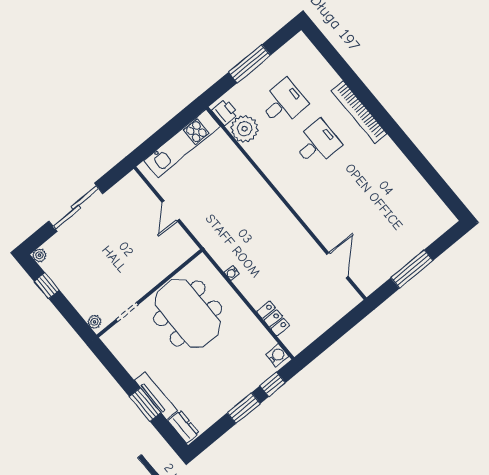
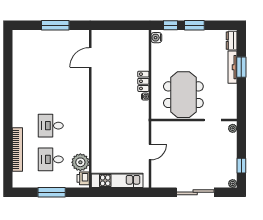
bookcase: (359, 112) -> (17, 149), moved
locker: (273, 318) -> (143, 81), moved

